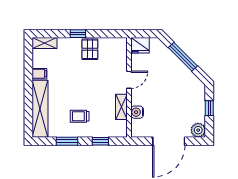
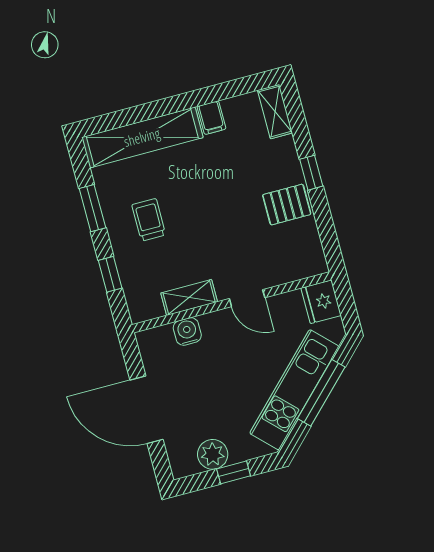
kitchen unit: (178, 69) -> (294, 390), added
plant: (198, 130) -> (213, 454), moved

